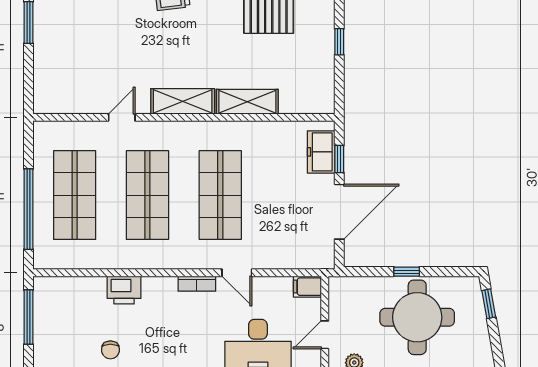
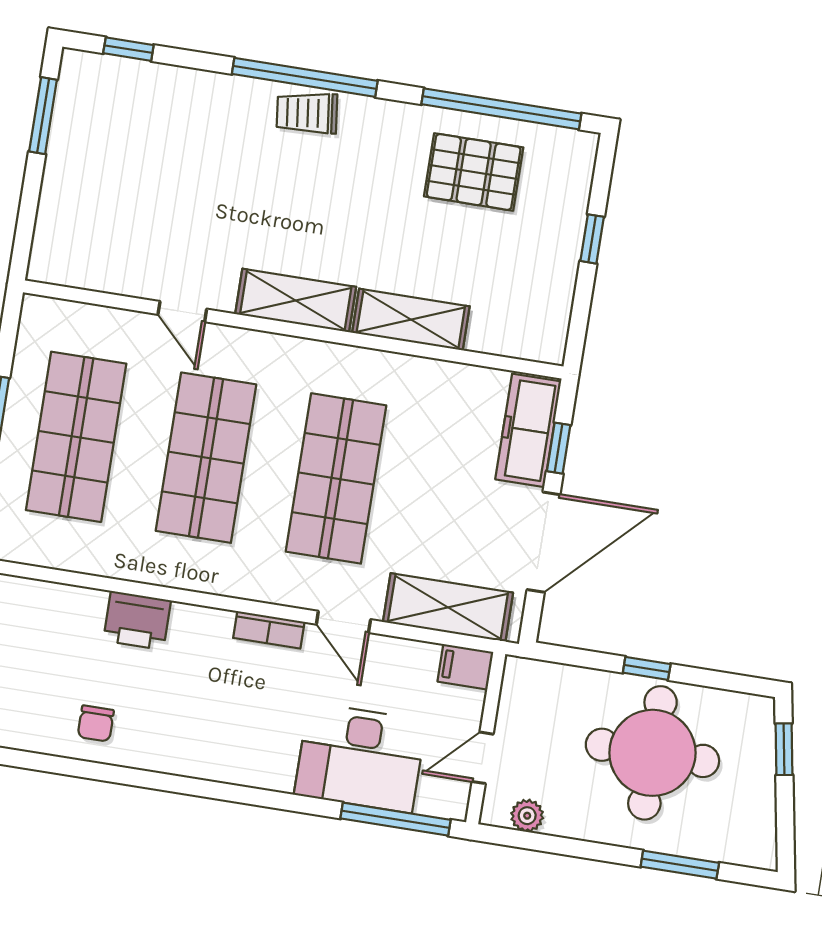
door: (122, 117) -> (182, 312), swing flipped
freezer: (321, 152) -> (528, 430), width x1.40
shelving: (293, 256) -> (448, 607), added

